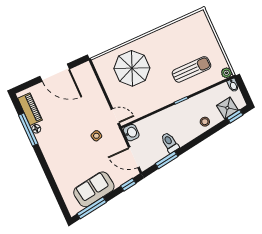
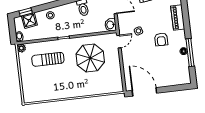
parasol: (132, 68) -> (90, 58), moved
door: (55, 73) -> (144, 92), moved
piano: (30, 109) -> (178, 17), moved
door: (115, 116) -> (119, 42), swing flipped
armchair: (67, 134) -> (161, 39), added

